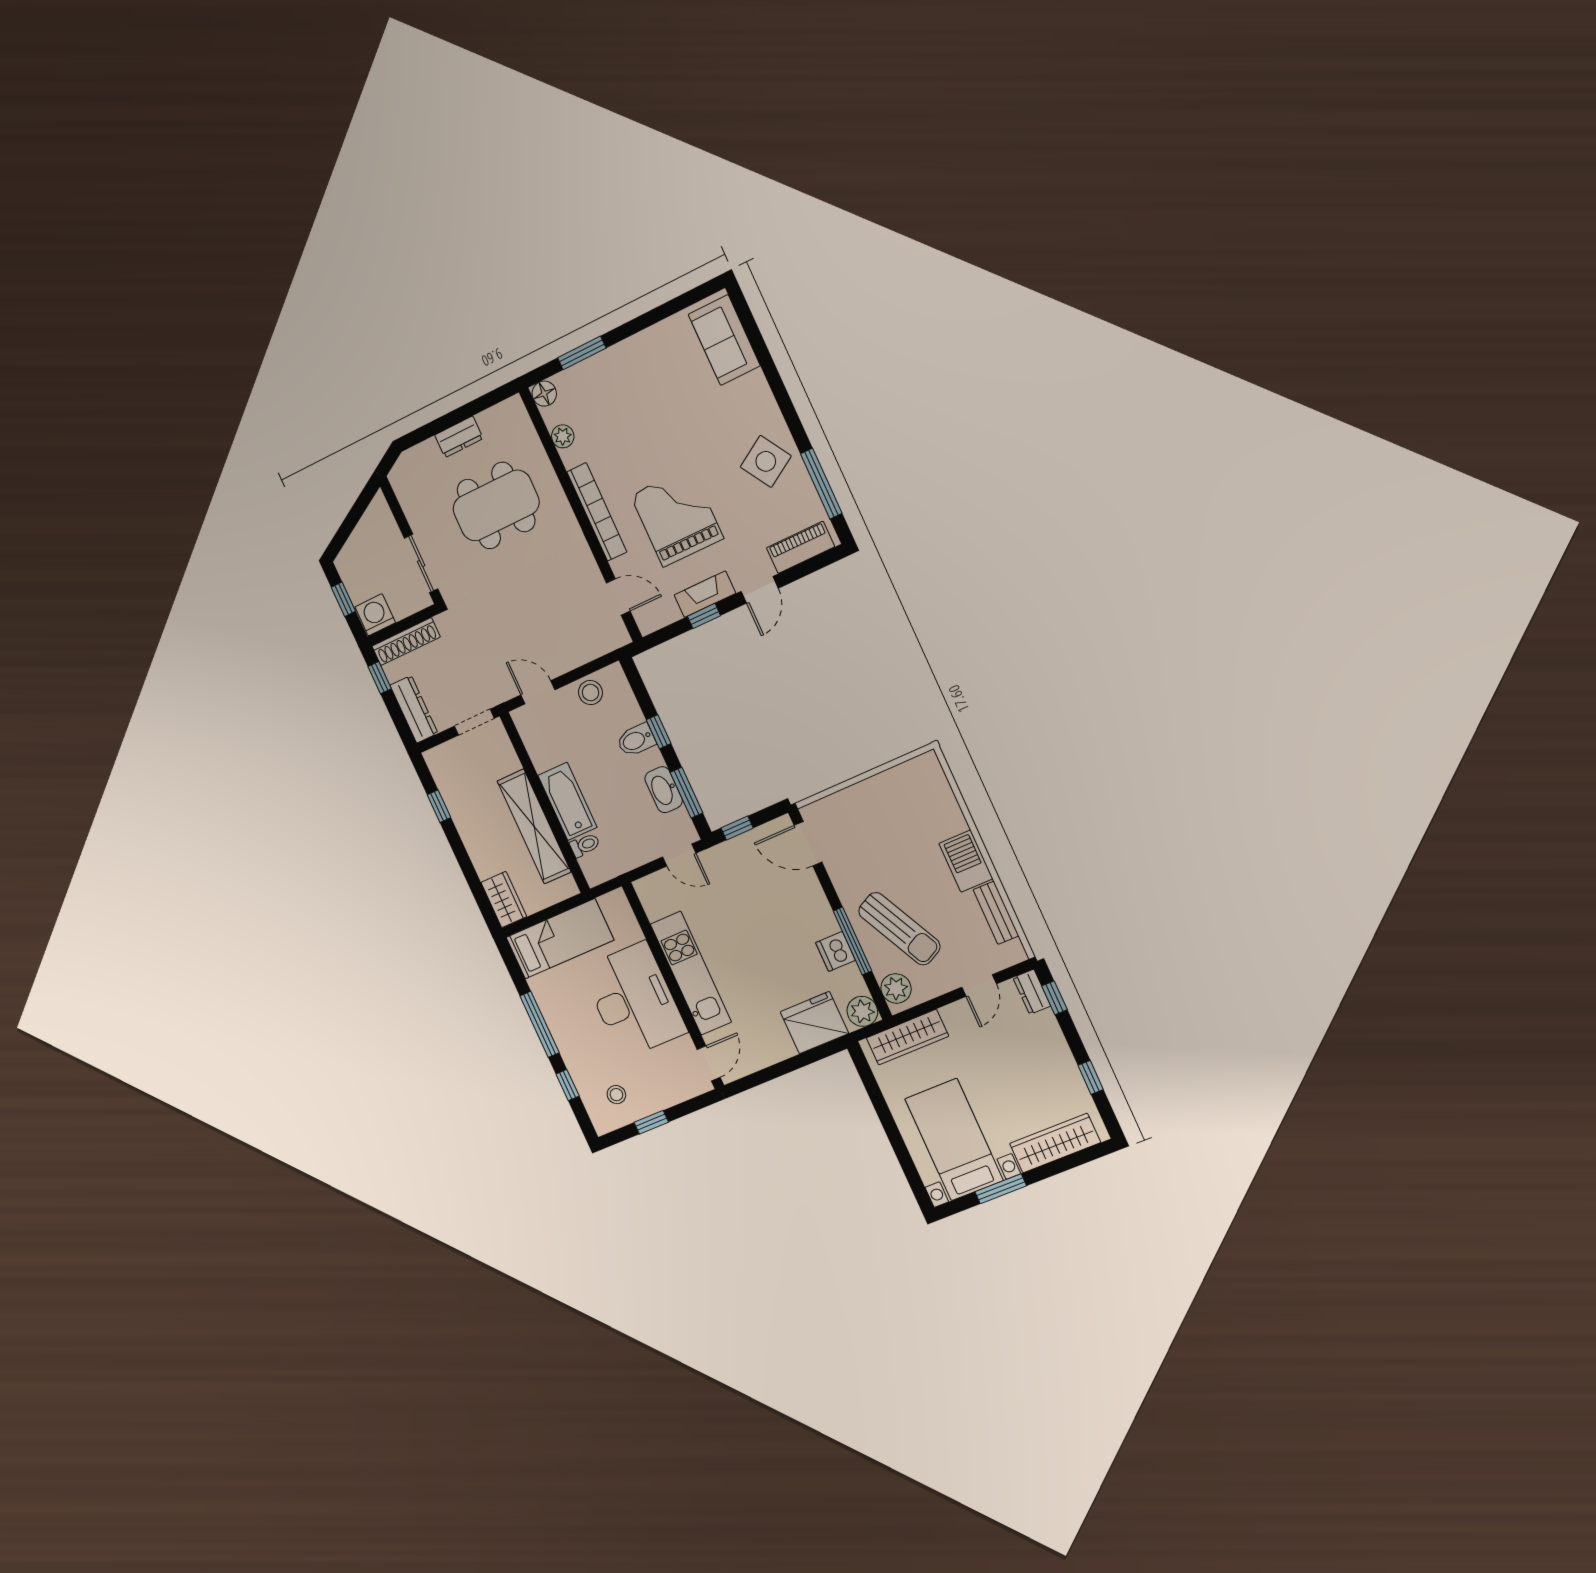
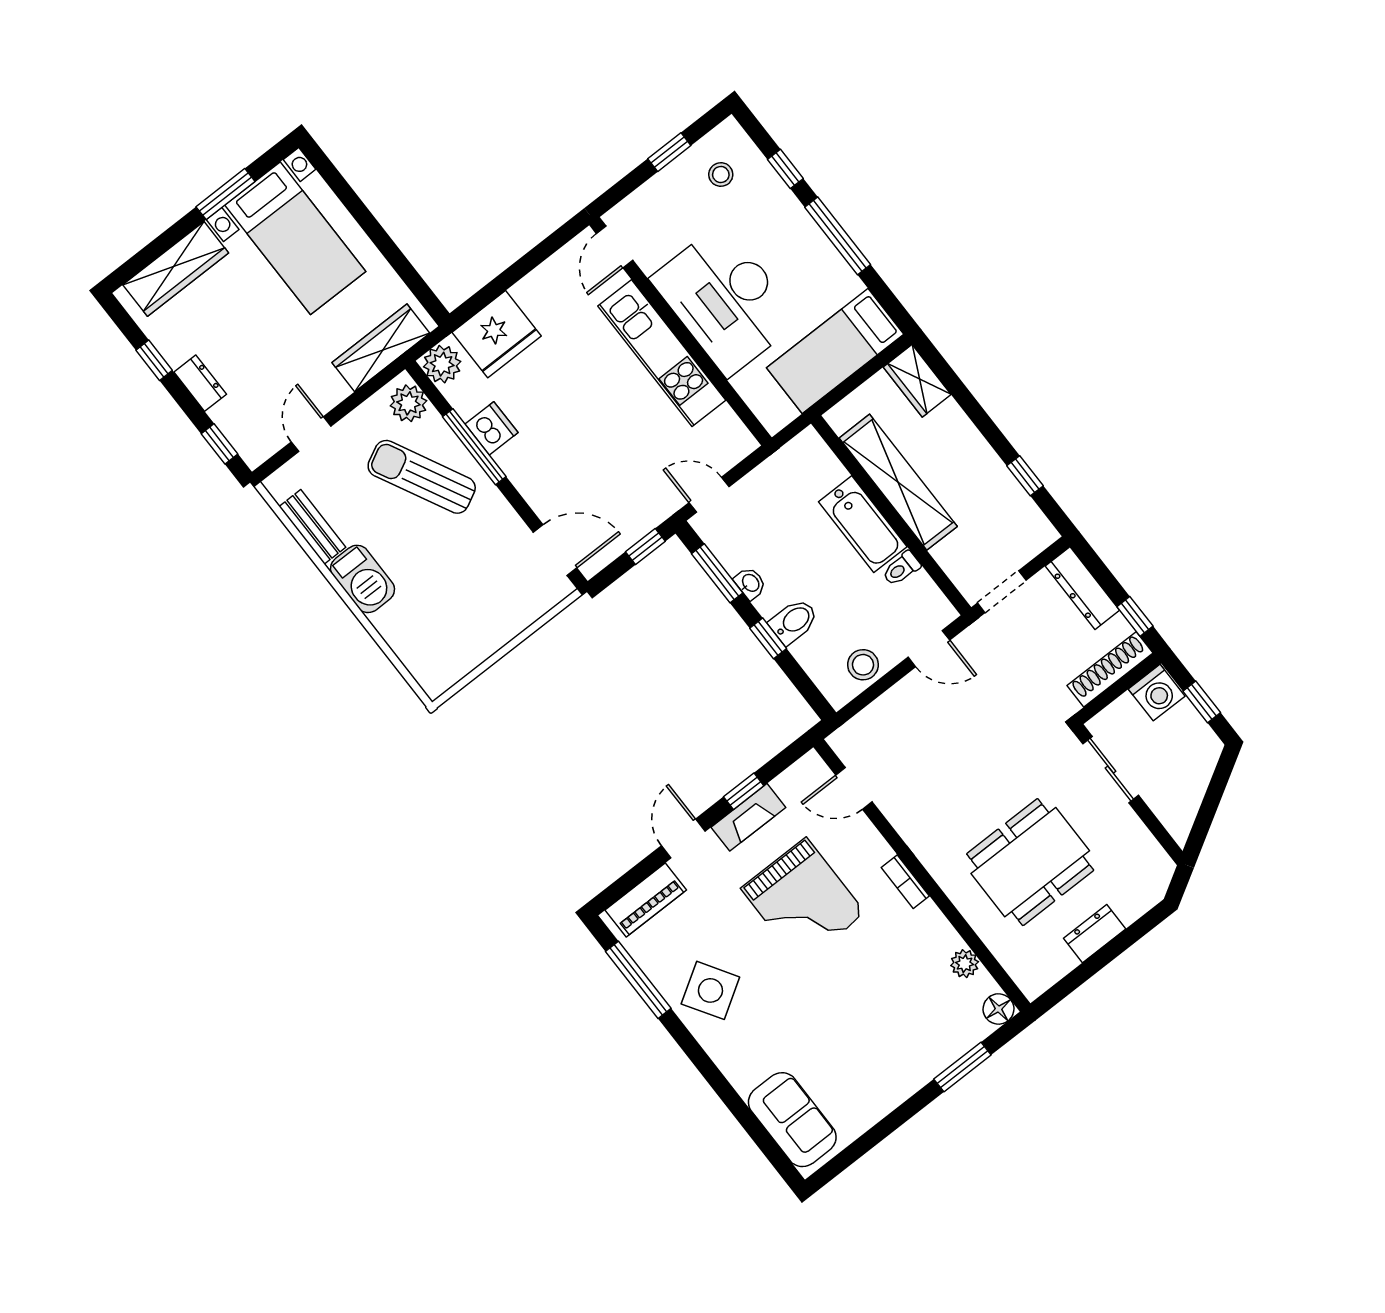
bookcase: (597, 512) -> (905, 882), width x0.43, depth x0.76
washbasin: (664, 790) -> (750, 583), width x0.52, depth x0.69
toilet: (585, 845) -> (901, 569), moved
dresser: (1032, 992) -> (200, 383), moved

